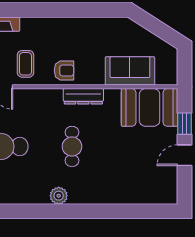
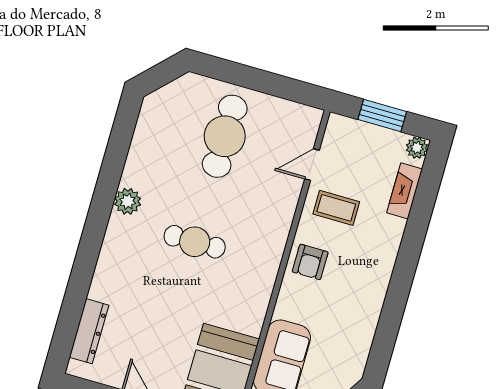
dresser: (83, 96) -> (89, 331), moved, turned 180

